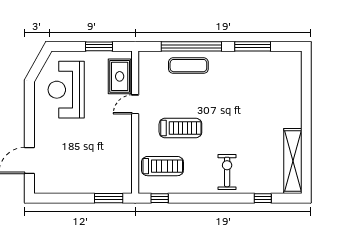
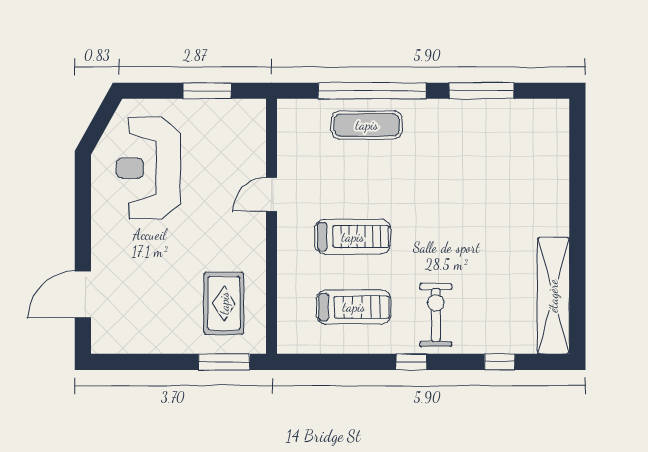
rug: (120, 76) -> (224, 303), moved
treadmill: (162, 166) -> (354, 307), moved
window: (160, 198) -> (411, 362), moved

